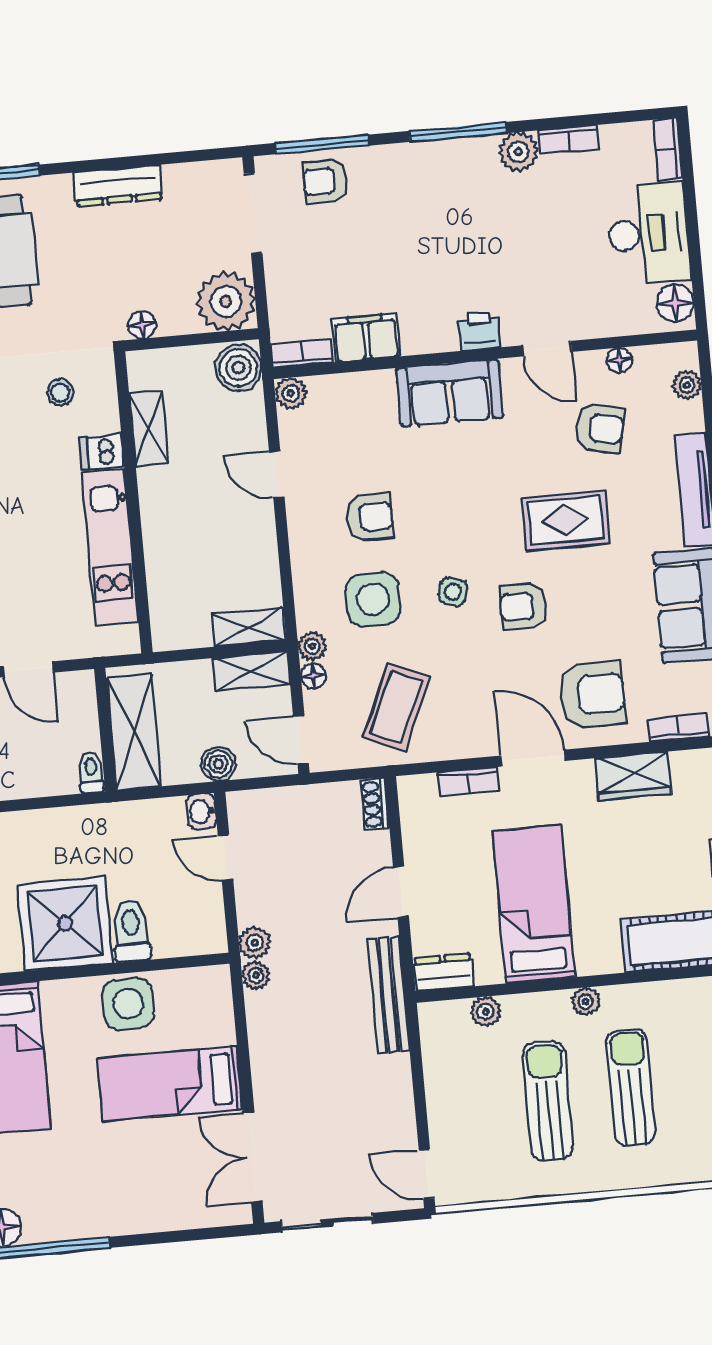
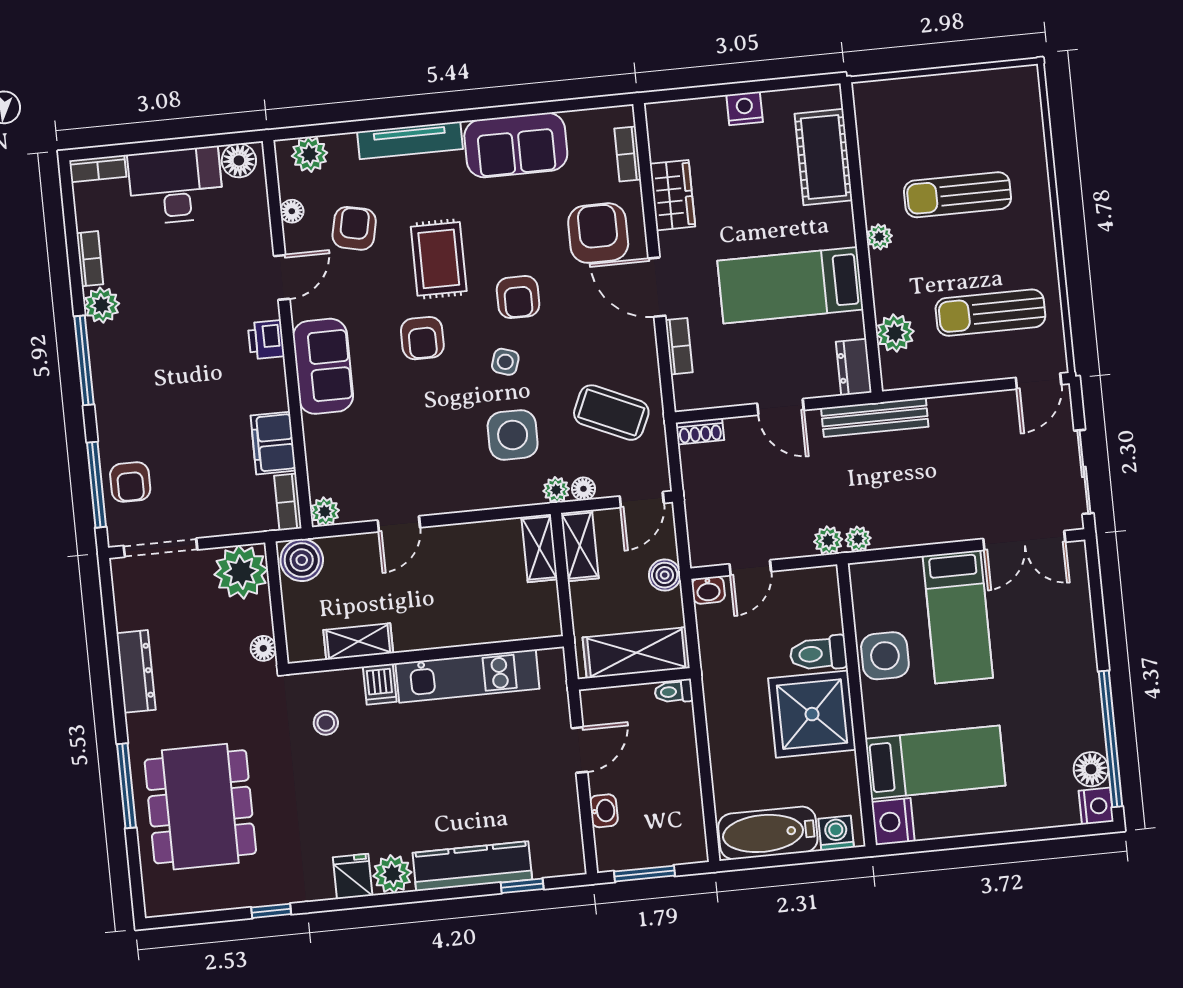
plant: (687, 385) -> (310, 154), width x1.38, depth x1.38
armchair: (370, 517) -> (422, 338), moved, turned 180
door: (533, 758) -> (657, 287), hinge flipped
plant: (486, 1012) -> (895, 333), width x1.38, depth x1.38
sun lounger: (548, 1101) -> (990, 313), moved

